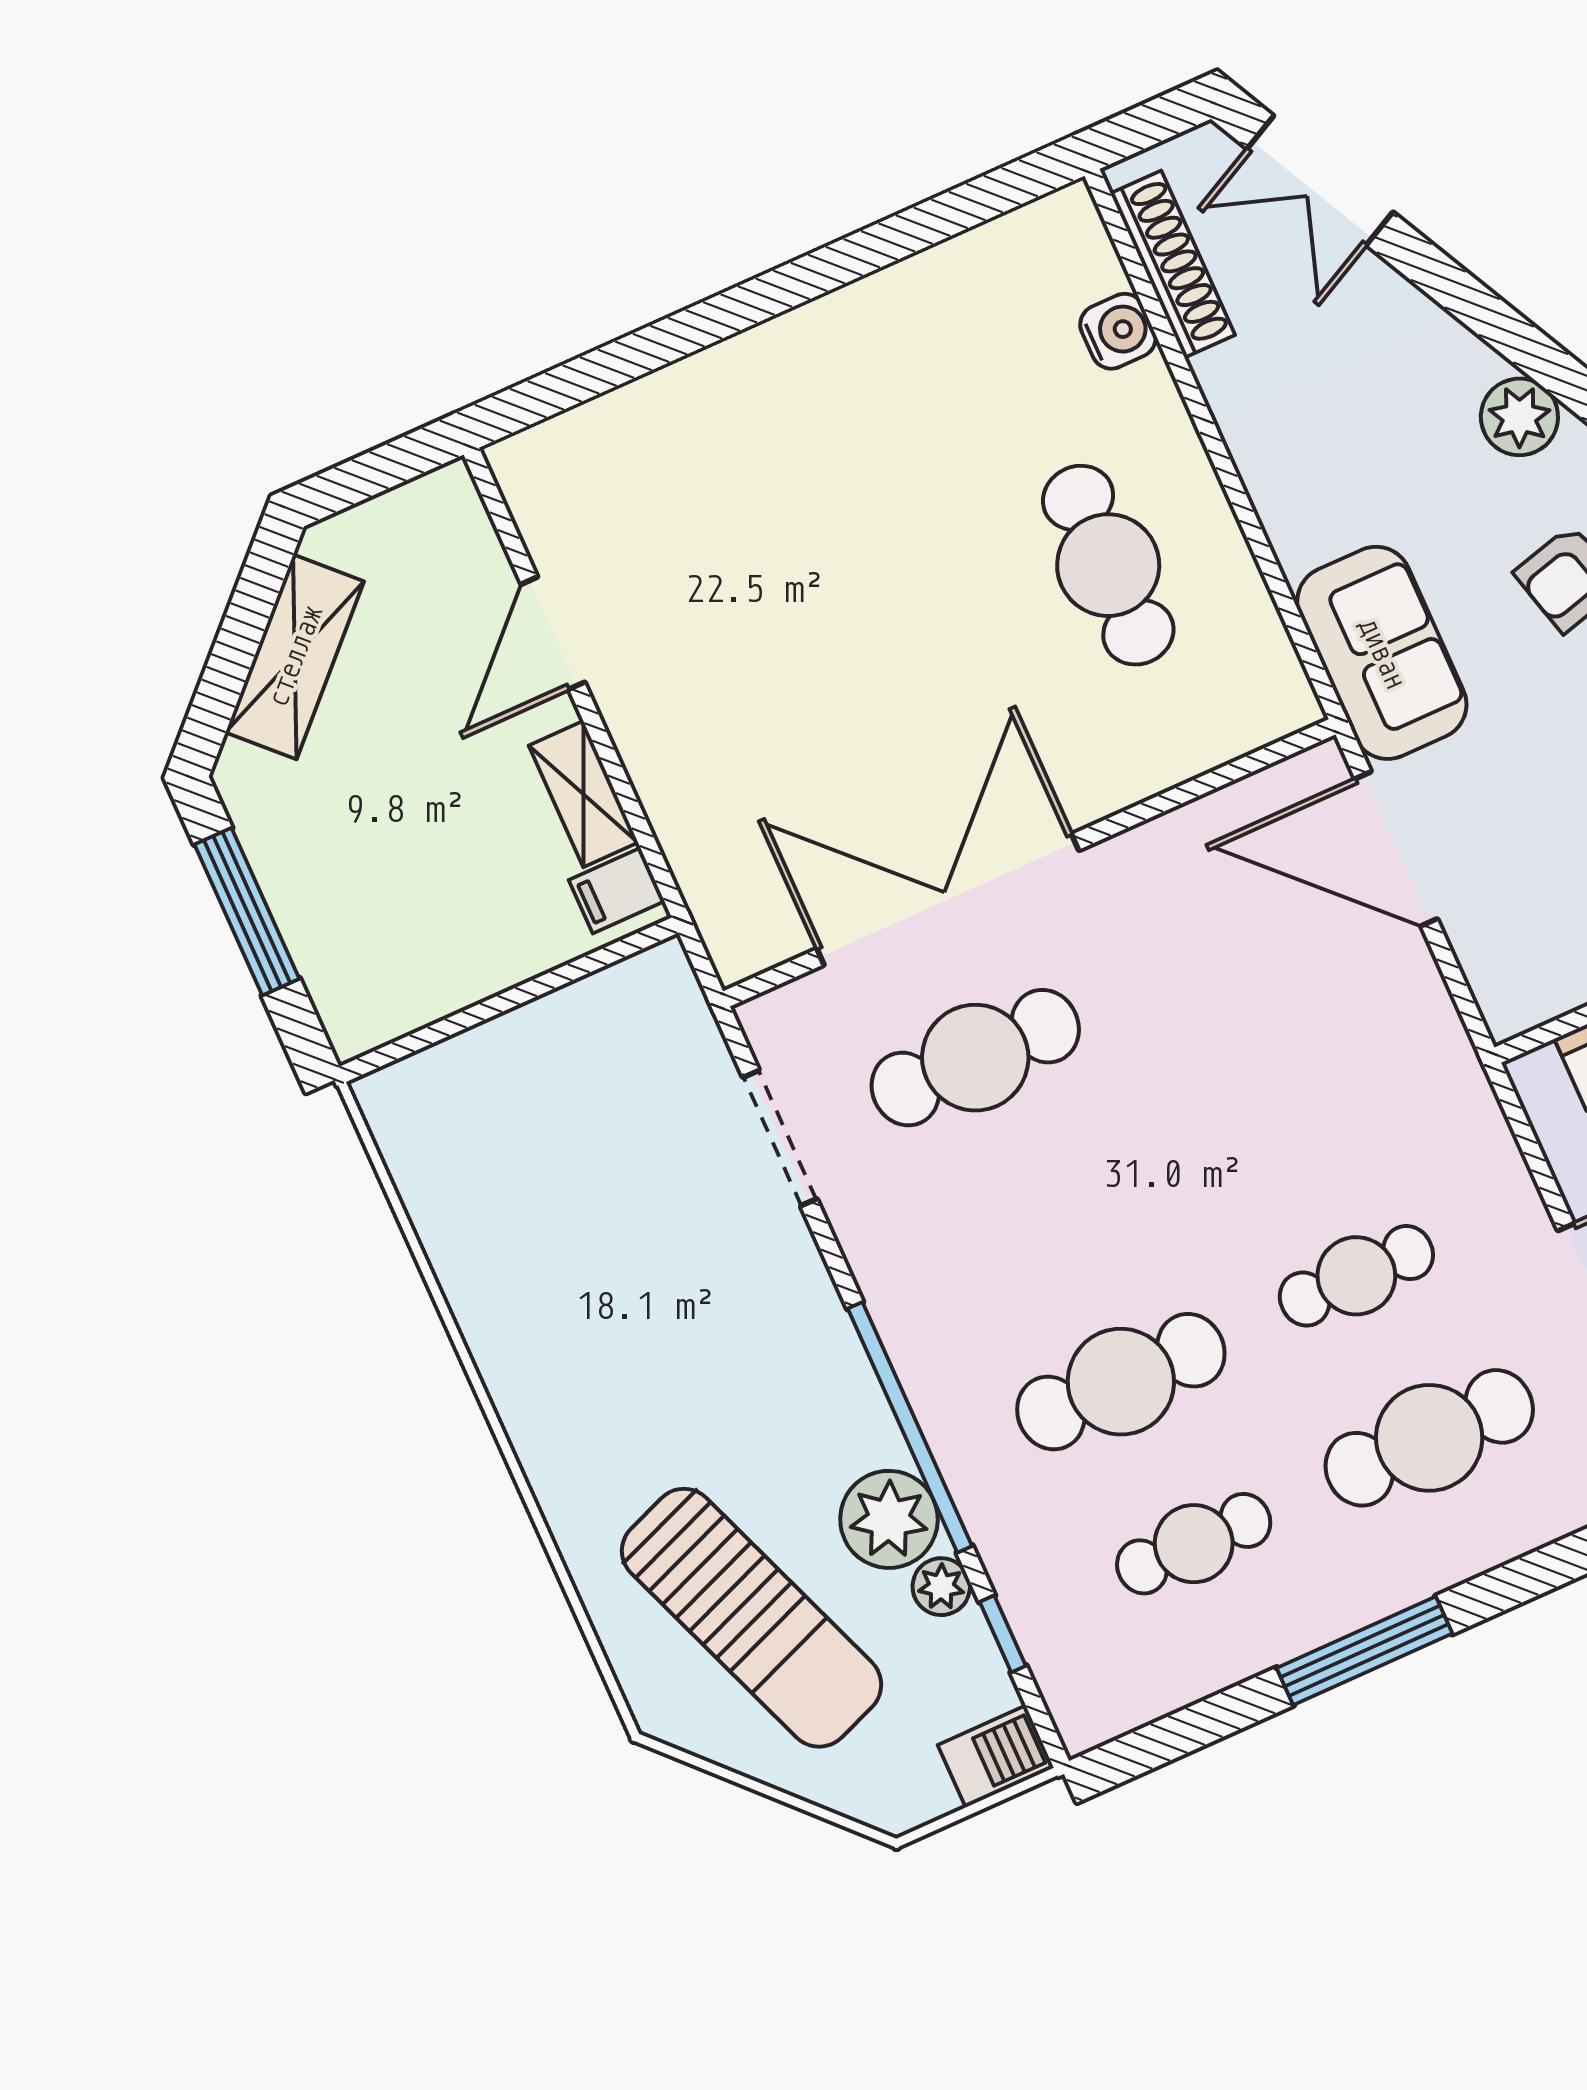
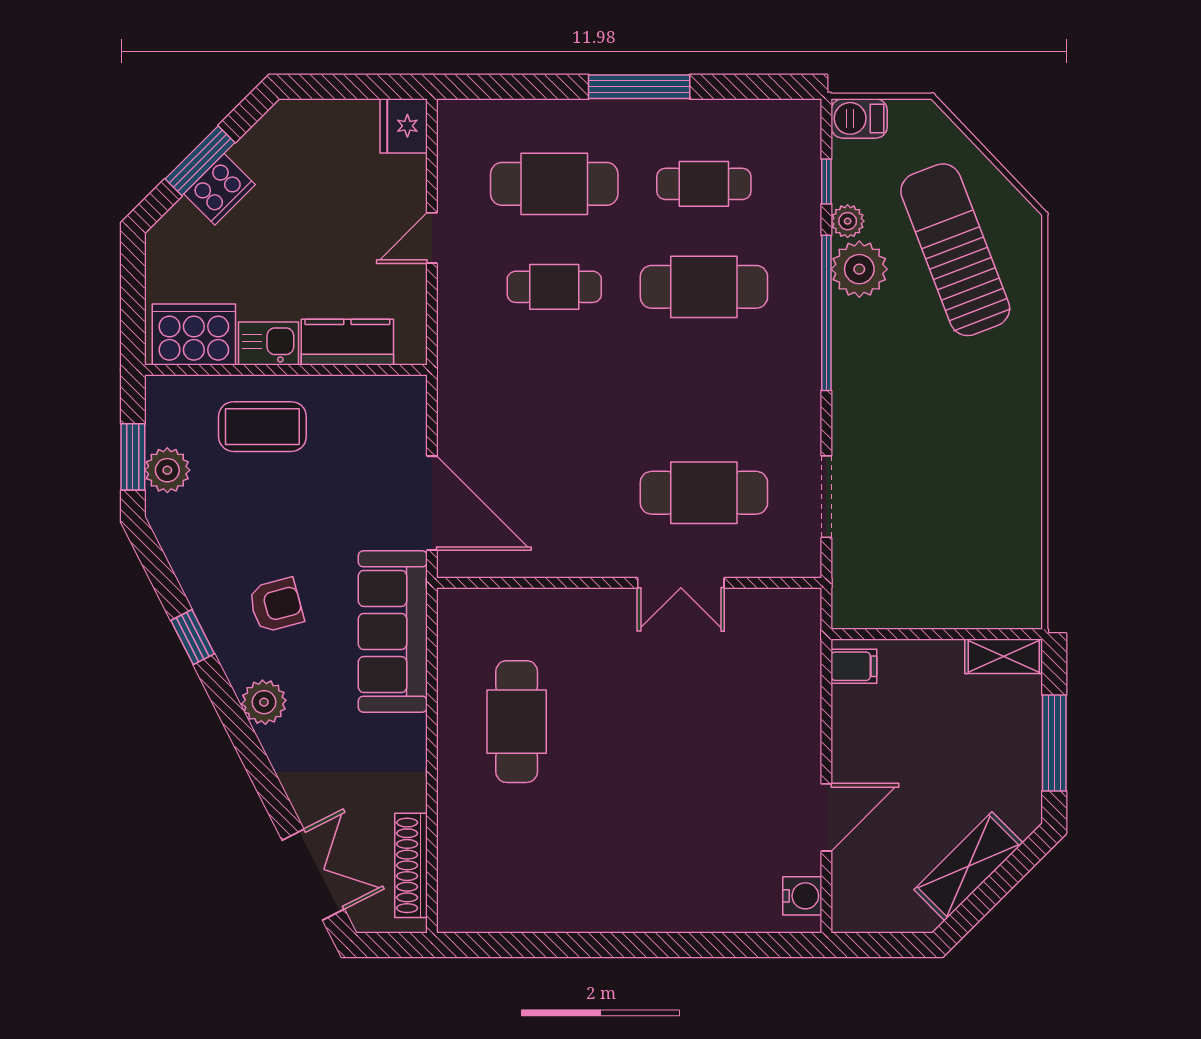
water cooler: (1118, 331) -> (802, 896), moved, turned 180
sofa: (1382, 653) -> (393, 631), width x1.36
shelving: (583, 794) -> (1004, 656), moved, turned 90
double door: (948, 899) -> (681, 583), width x0.54

